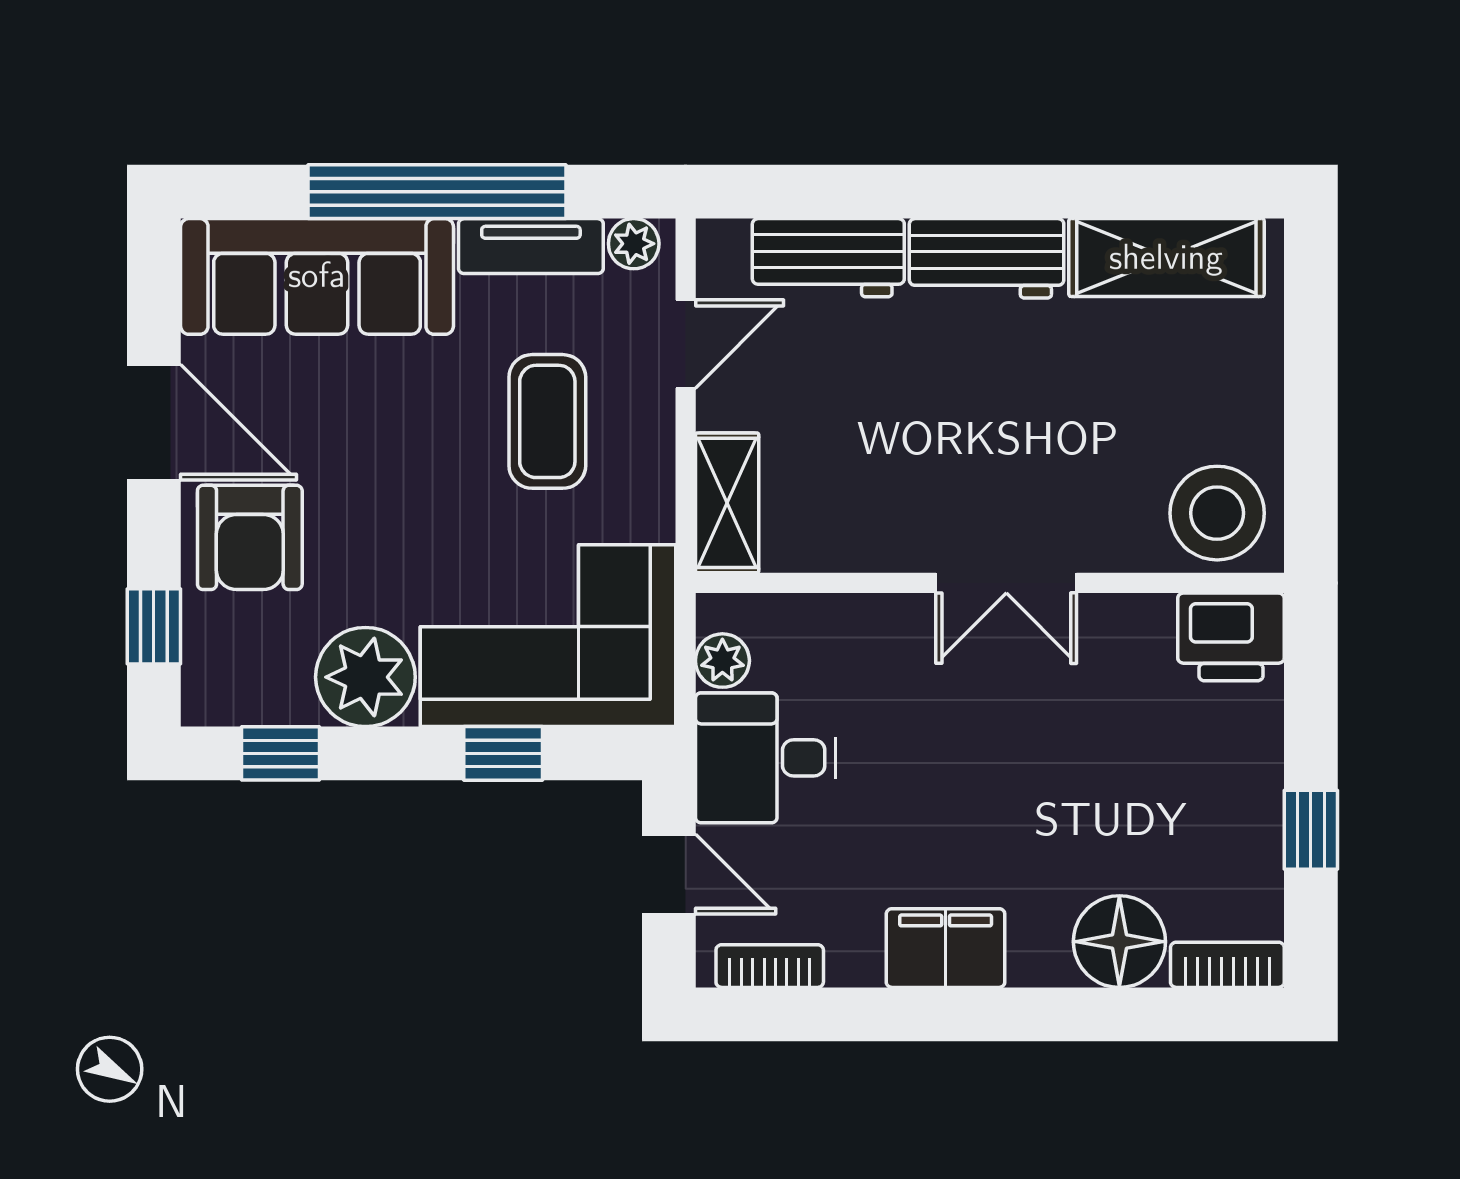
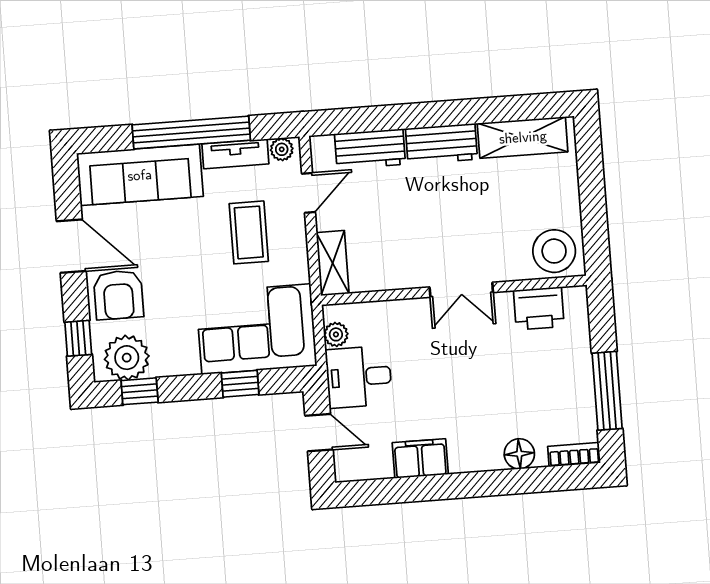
printer: (1231, 637) -> (539, 308), moved
plant: (365, 677) -> (127, 358), moved
window: (1311, 830) -> (607, 391), width x2.17
floor lamp: (1119, 942) -> (519, 454), width x0.73, depth x0.73
filing cabinet: (946, 948) -> (420, 459), moved
bookcase: (770, 966) -> (368, 471), removed

